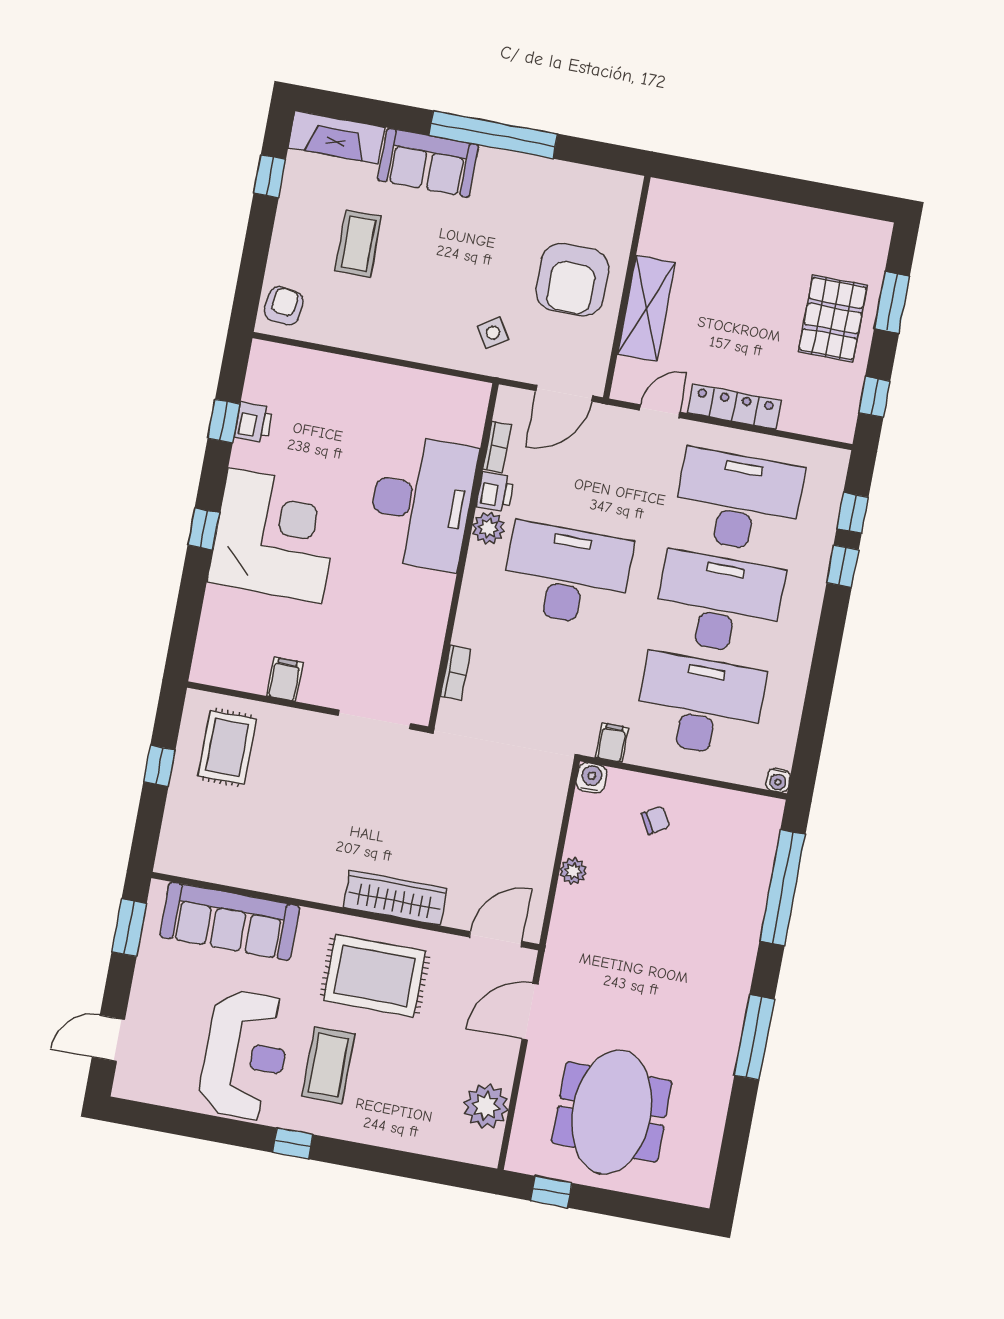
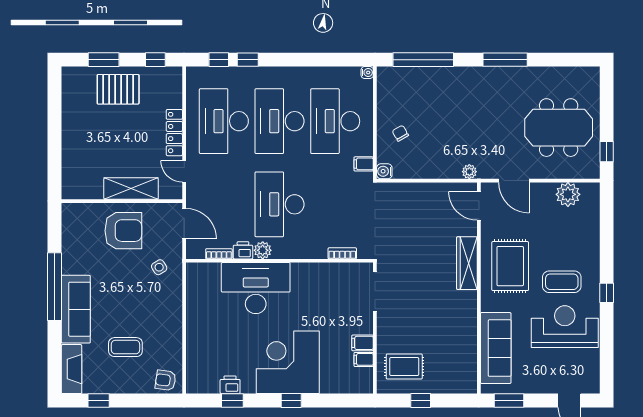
sofa: (428, 163) -> (76, 309), width x1.36
filing cabinet: (254, 676) -> (364, 359), added
plant: (573, 871) -> (469, 172), moved

